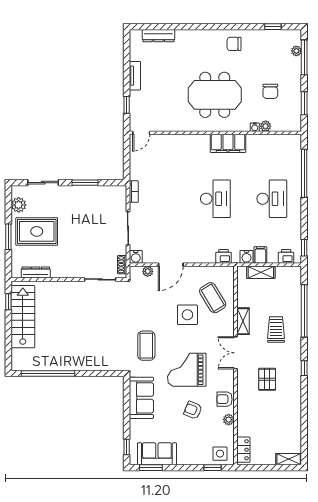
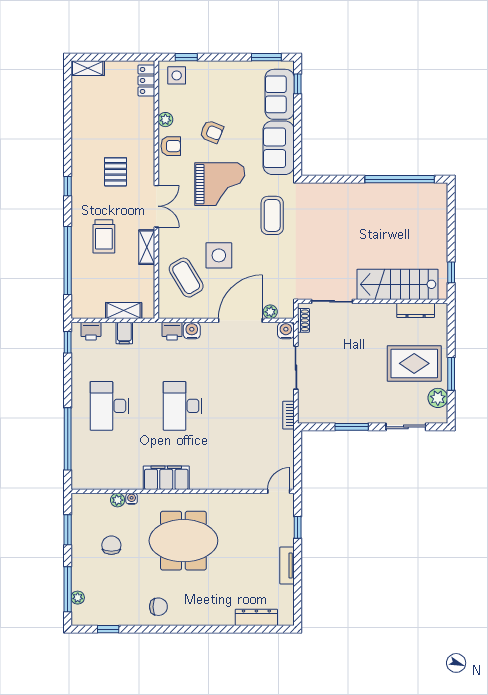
window: (8, 237) -> (451, 374), moved
water cooler: (246, 257) -> (192, 331), moved
door: (171, 265) -> (240, 320), width x1.36
stairs: (23, 317) -> (398, 284), moved, turned 90
sofa: (157, 454) -> (280, 94), moved, turned 90

